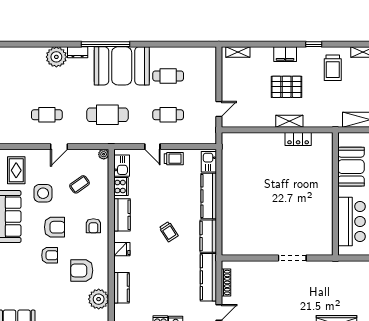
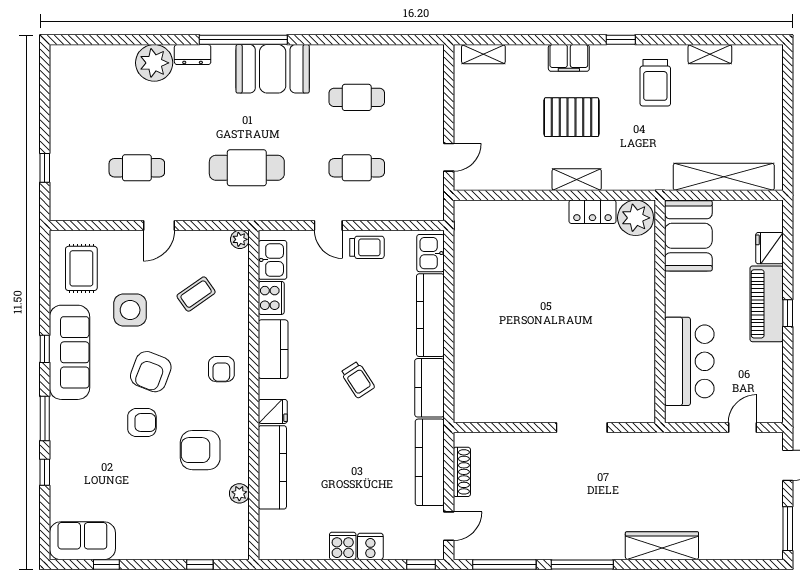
booth: (122, 66) -> (273, 69), width x0.73, depth x0.70
plant: (322, 142) -> (636, 218), added
booth: (351, 167) -> (688, 236), moved
armchair: (54, 227) -> (151, 372), turned 111
kitchen counter: (122, 288) -> (272, 467), width x1.50
plant: (99, 299) -> (239, 493), width x0.53, depth x0.53

